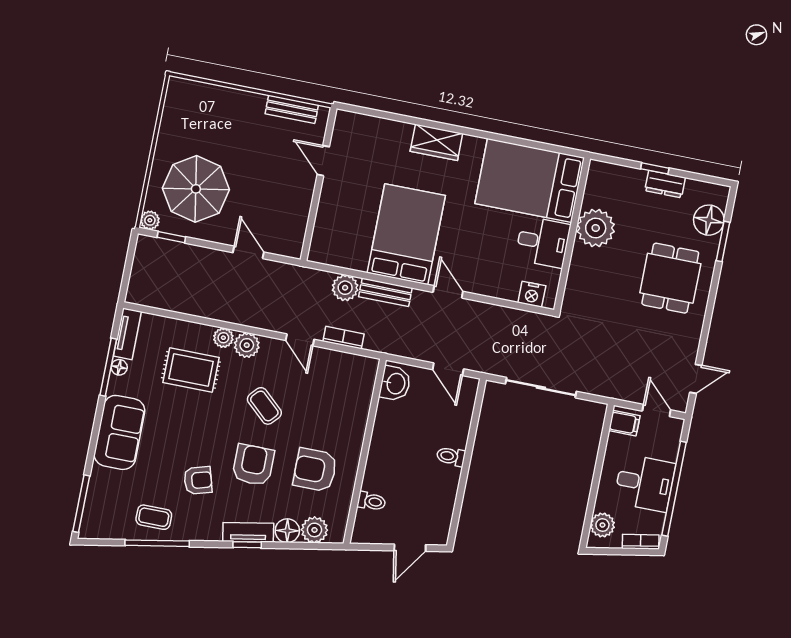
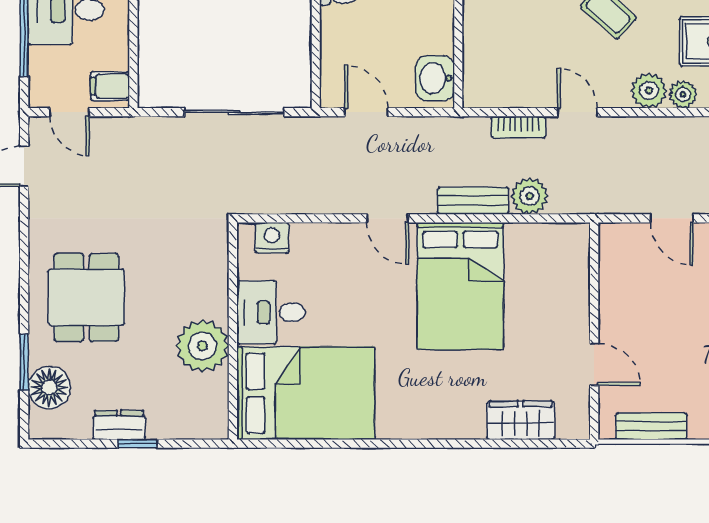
wardrobe: (436, 142) -> (521, 420), moved

